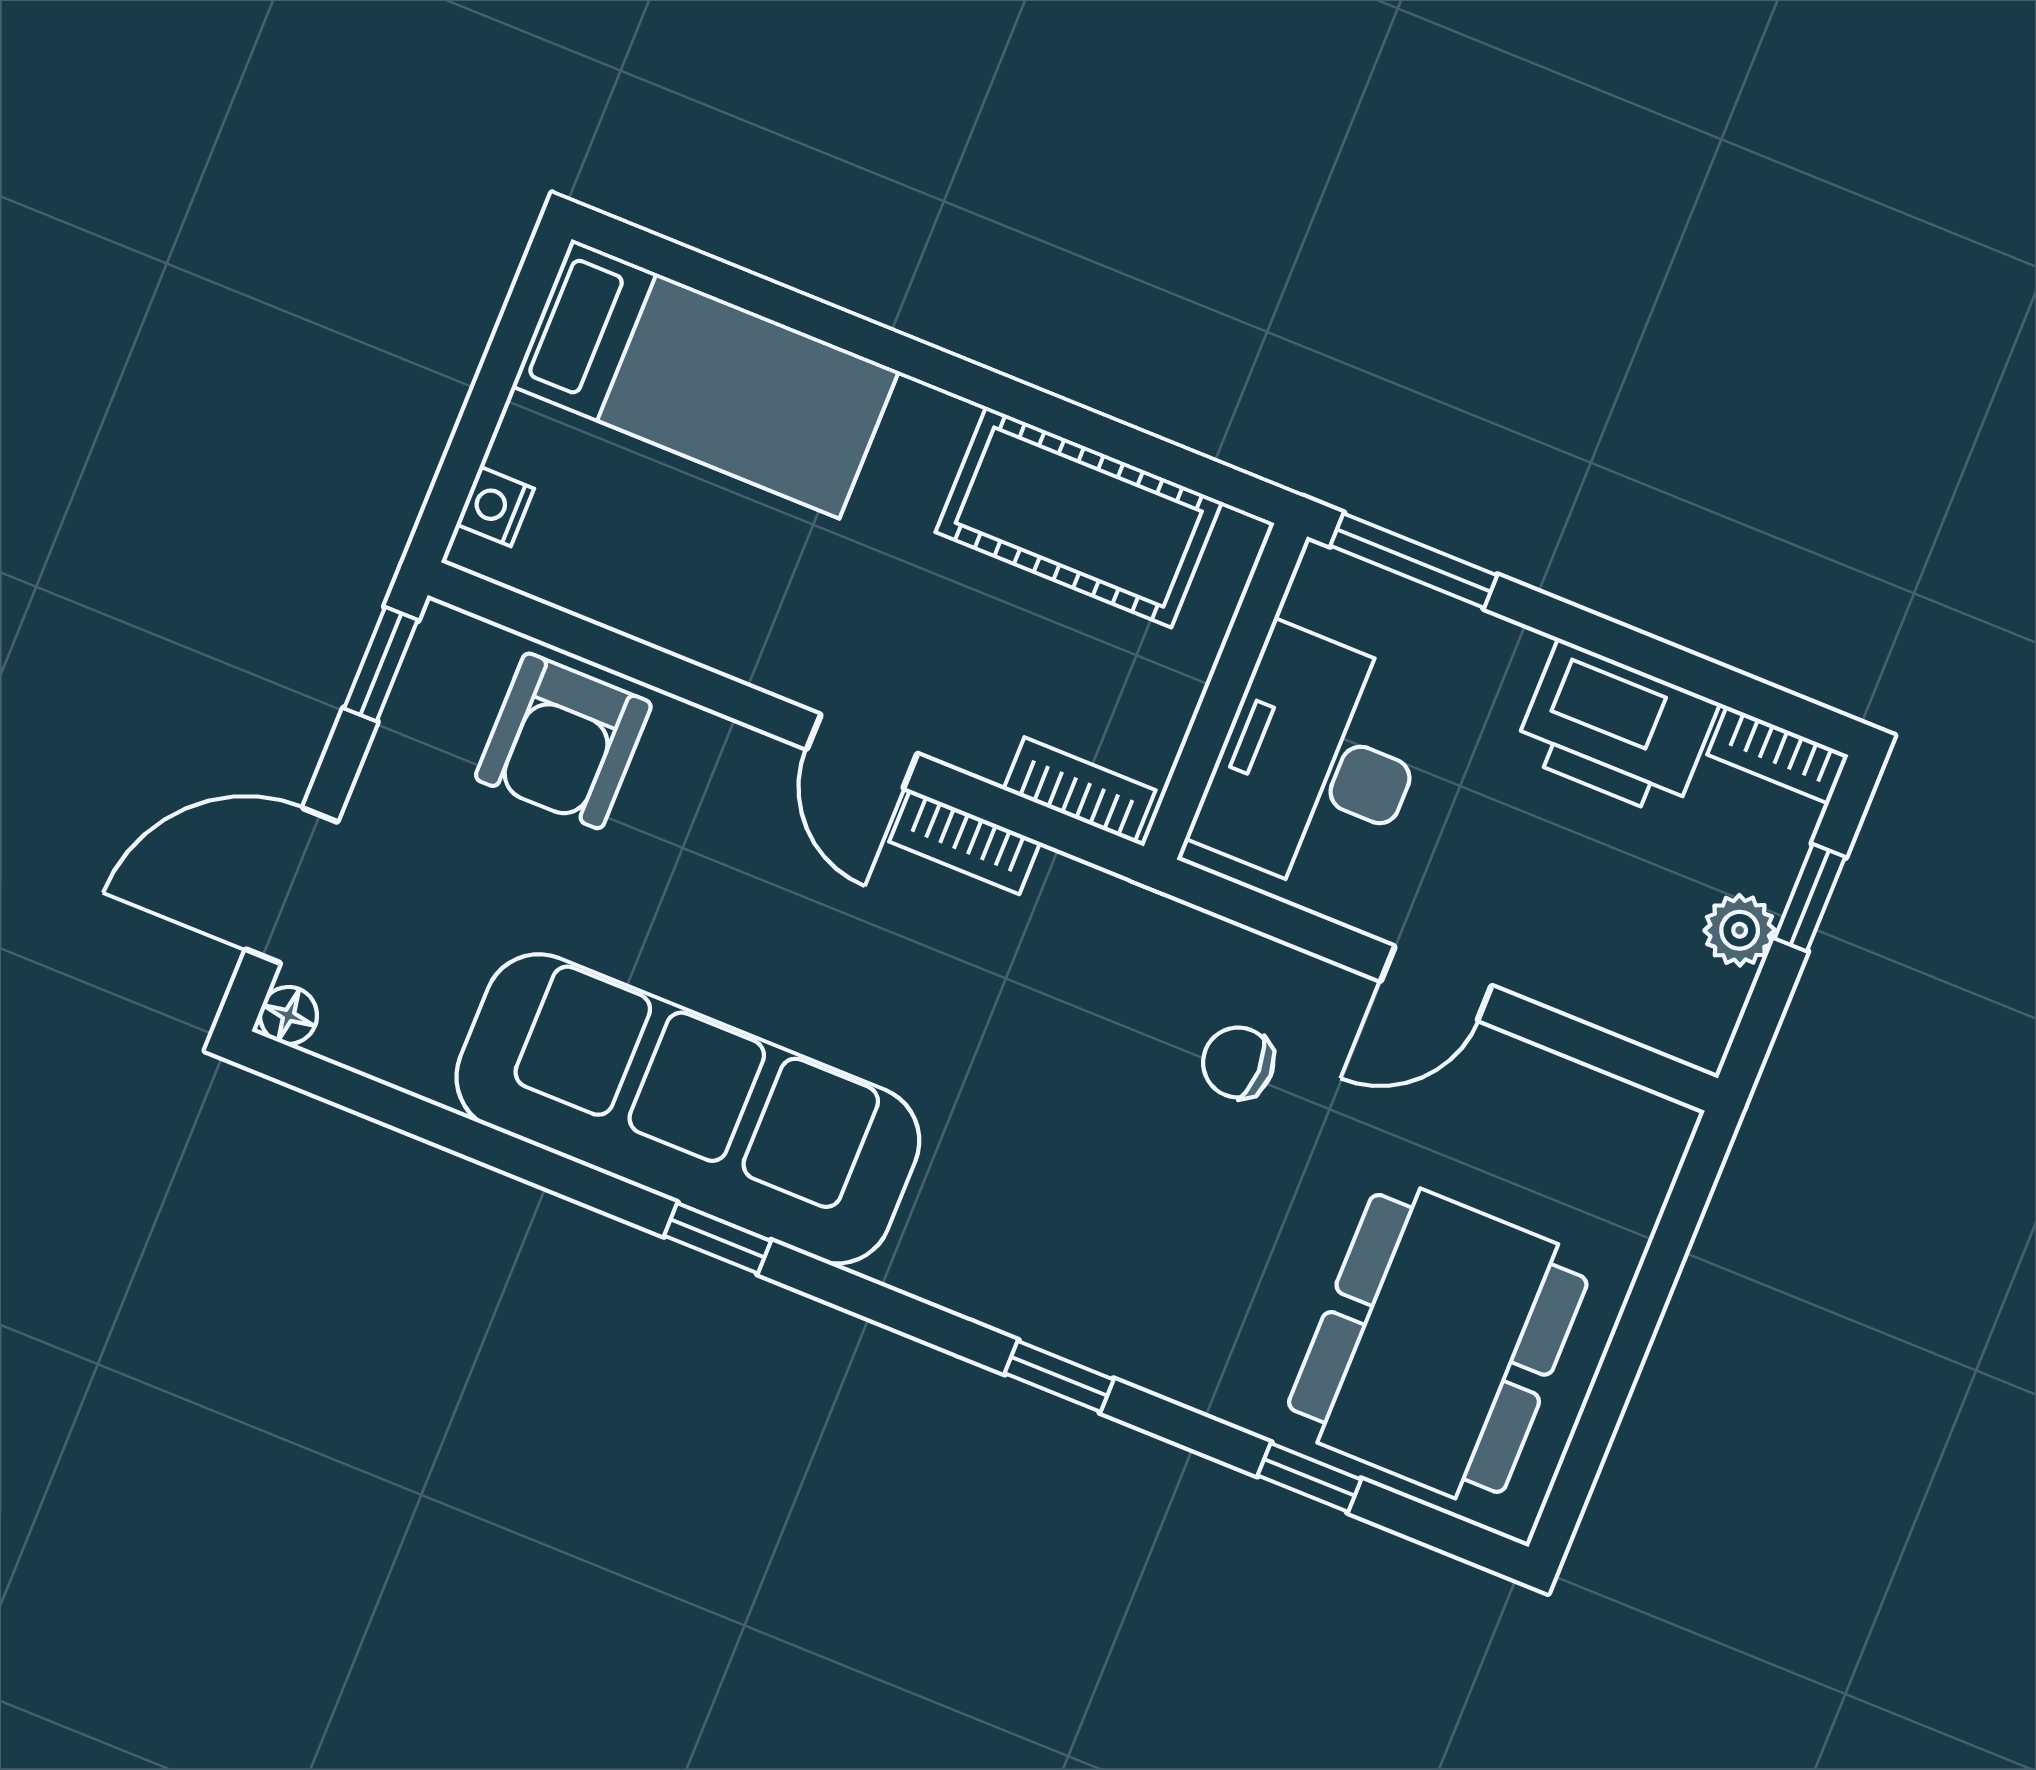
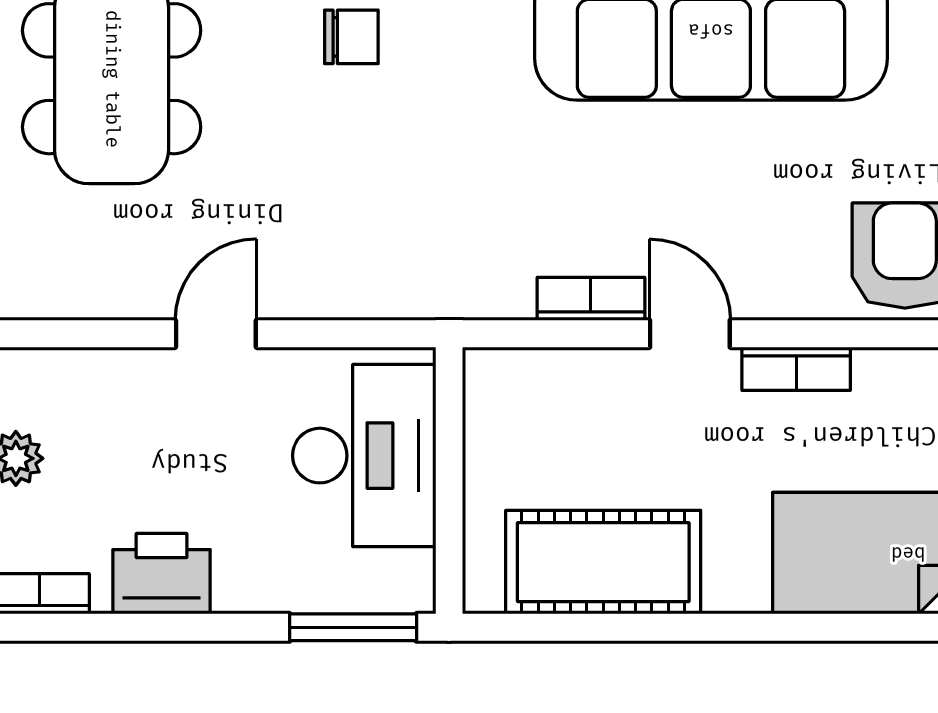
printer: (1616, 729) -> (162, 574), width x0.73, depth x0.84
bookcase: (1079, 790) -> (796, 369), moved
chair: (1238, 1062) -> (351, 37), moved

